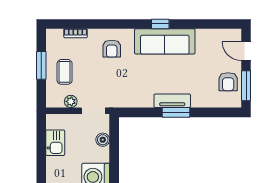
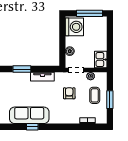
armchair: (112, 49) -> (69, 93), moved
tv unit: (172, 101) -> (42, 77), moved
kitchen sink: (55, 143) -> (101, 60), moved

